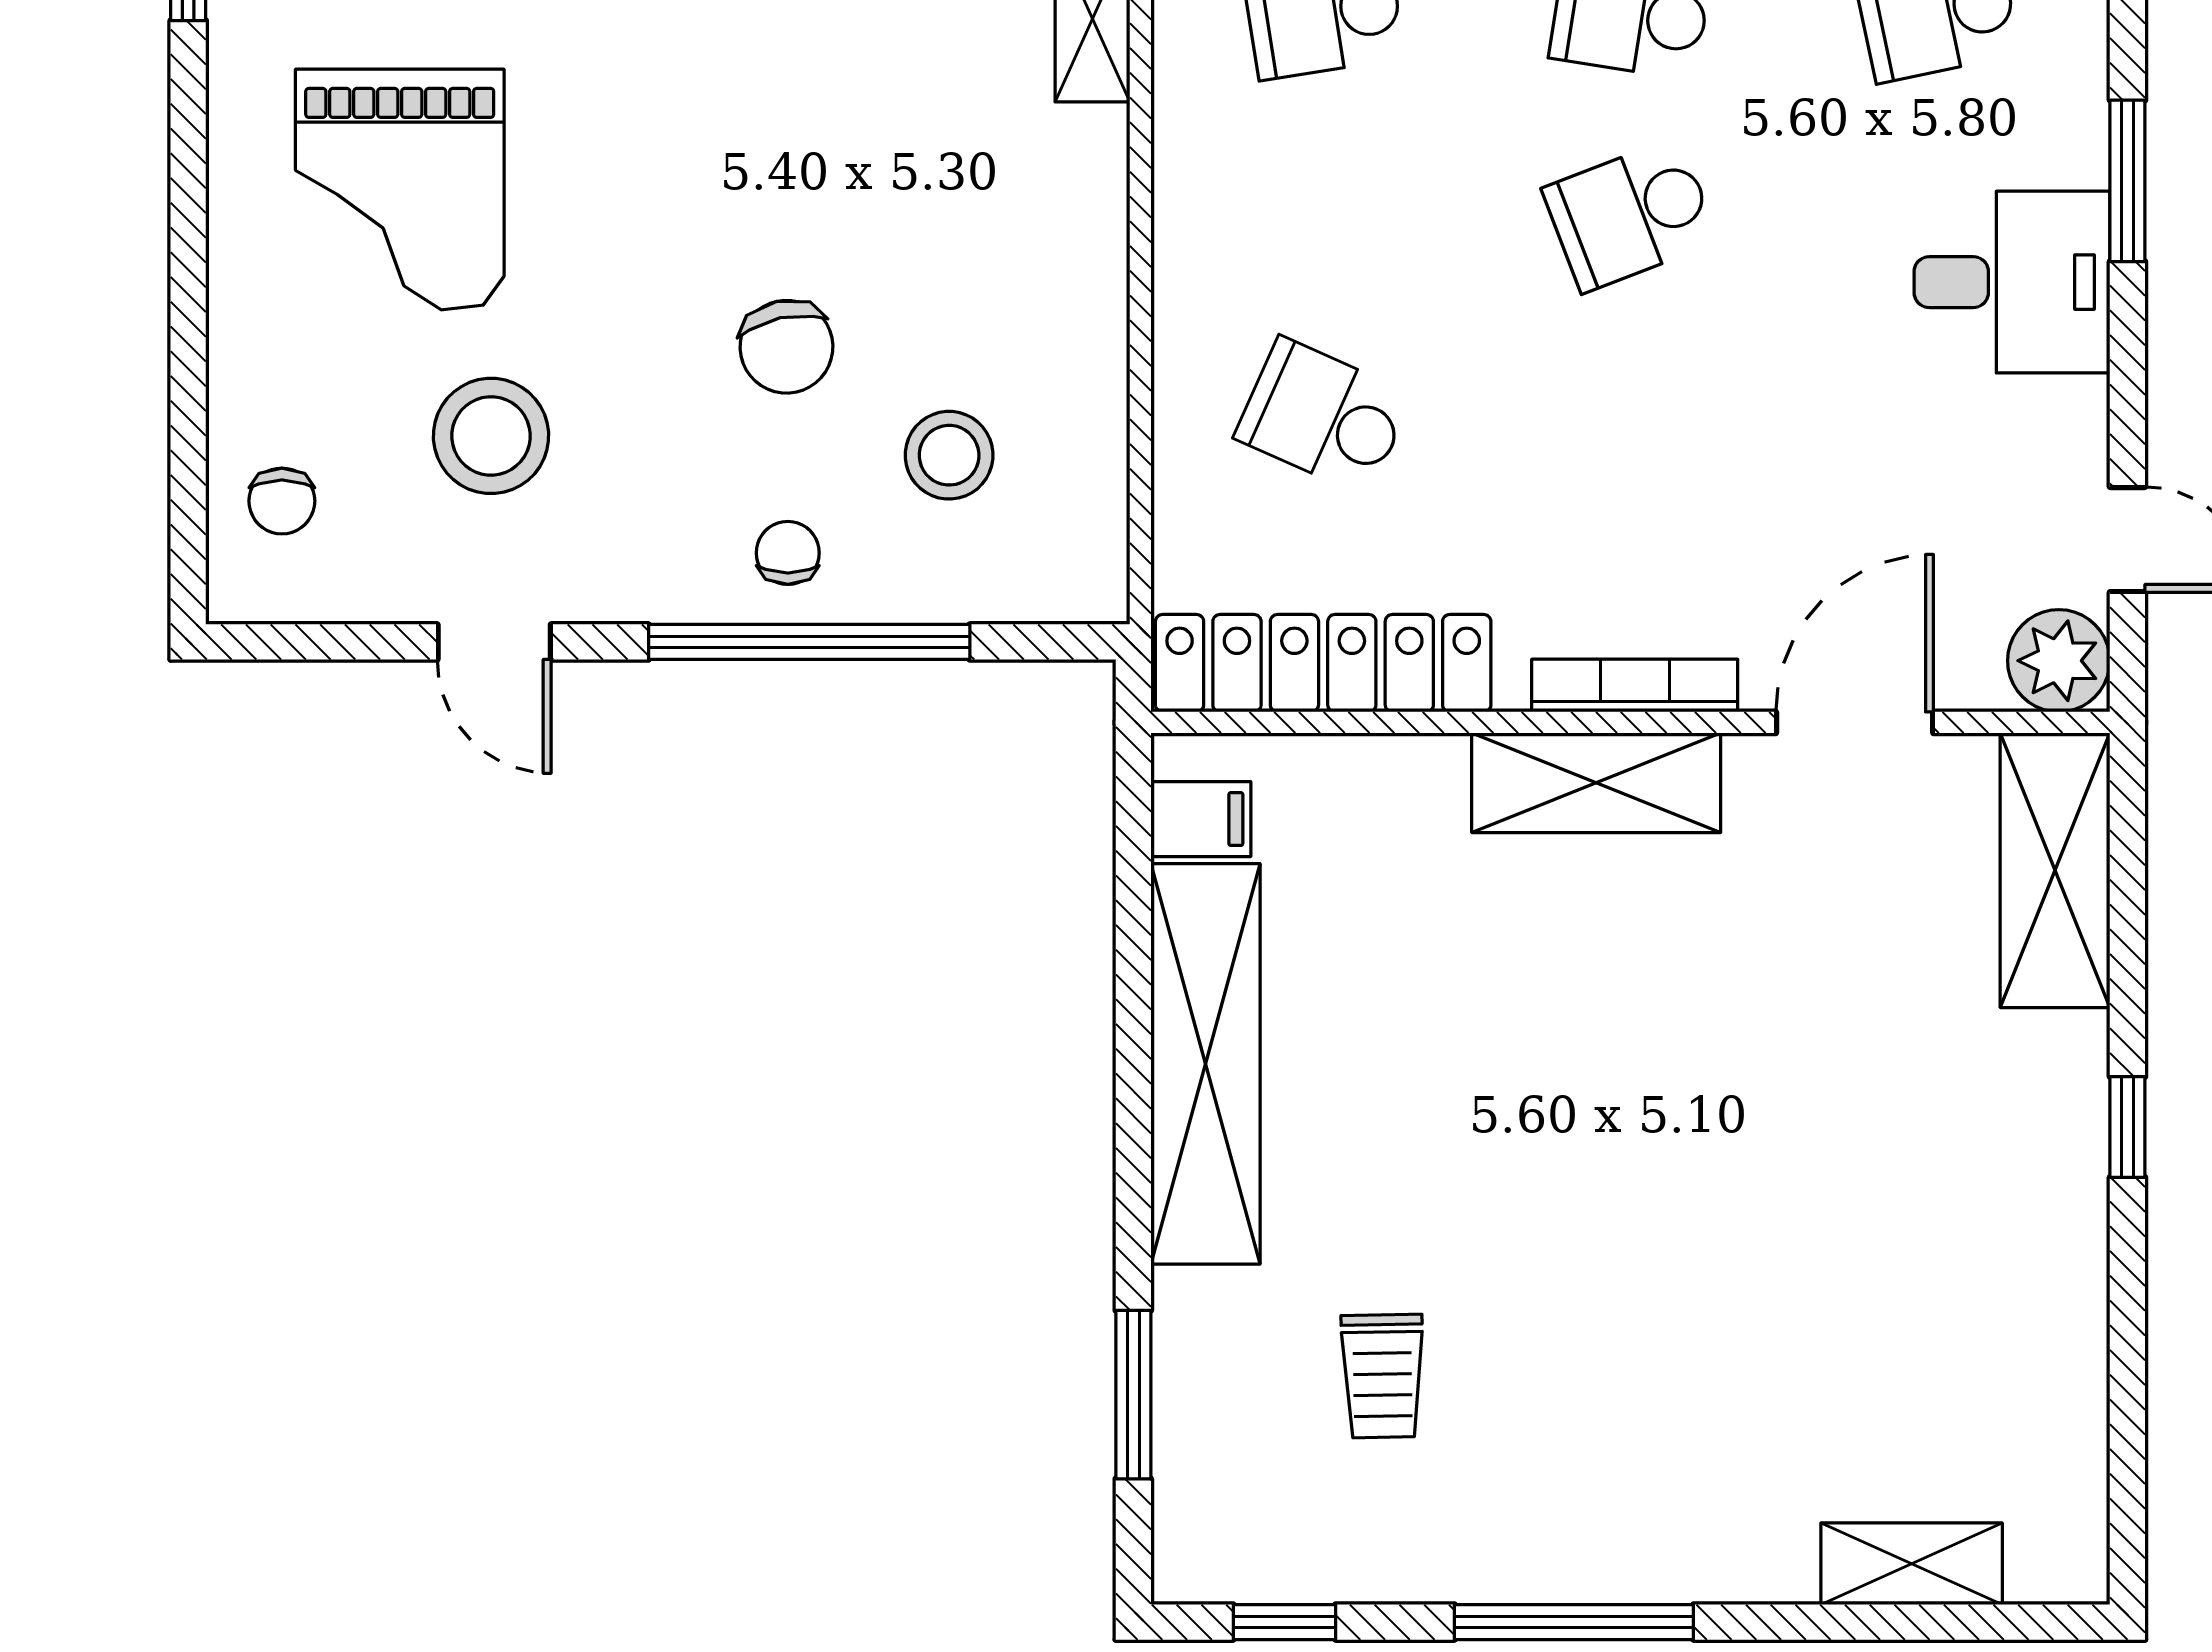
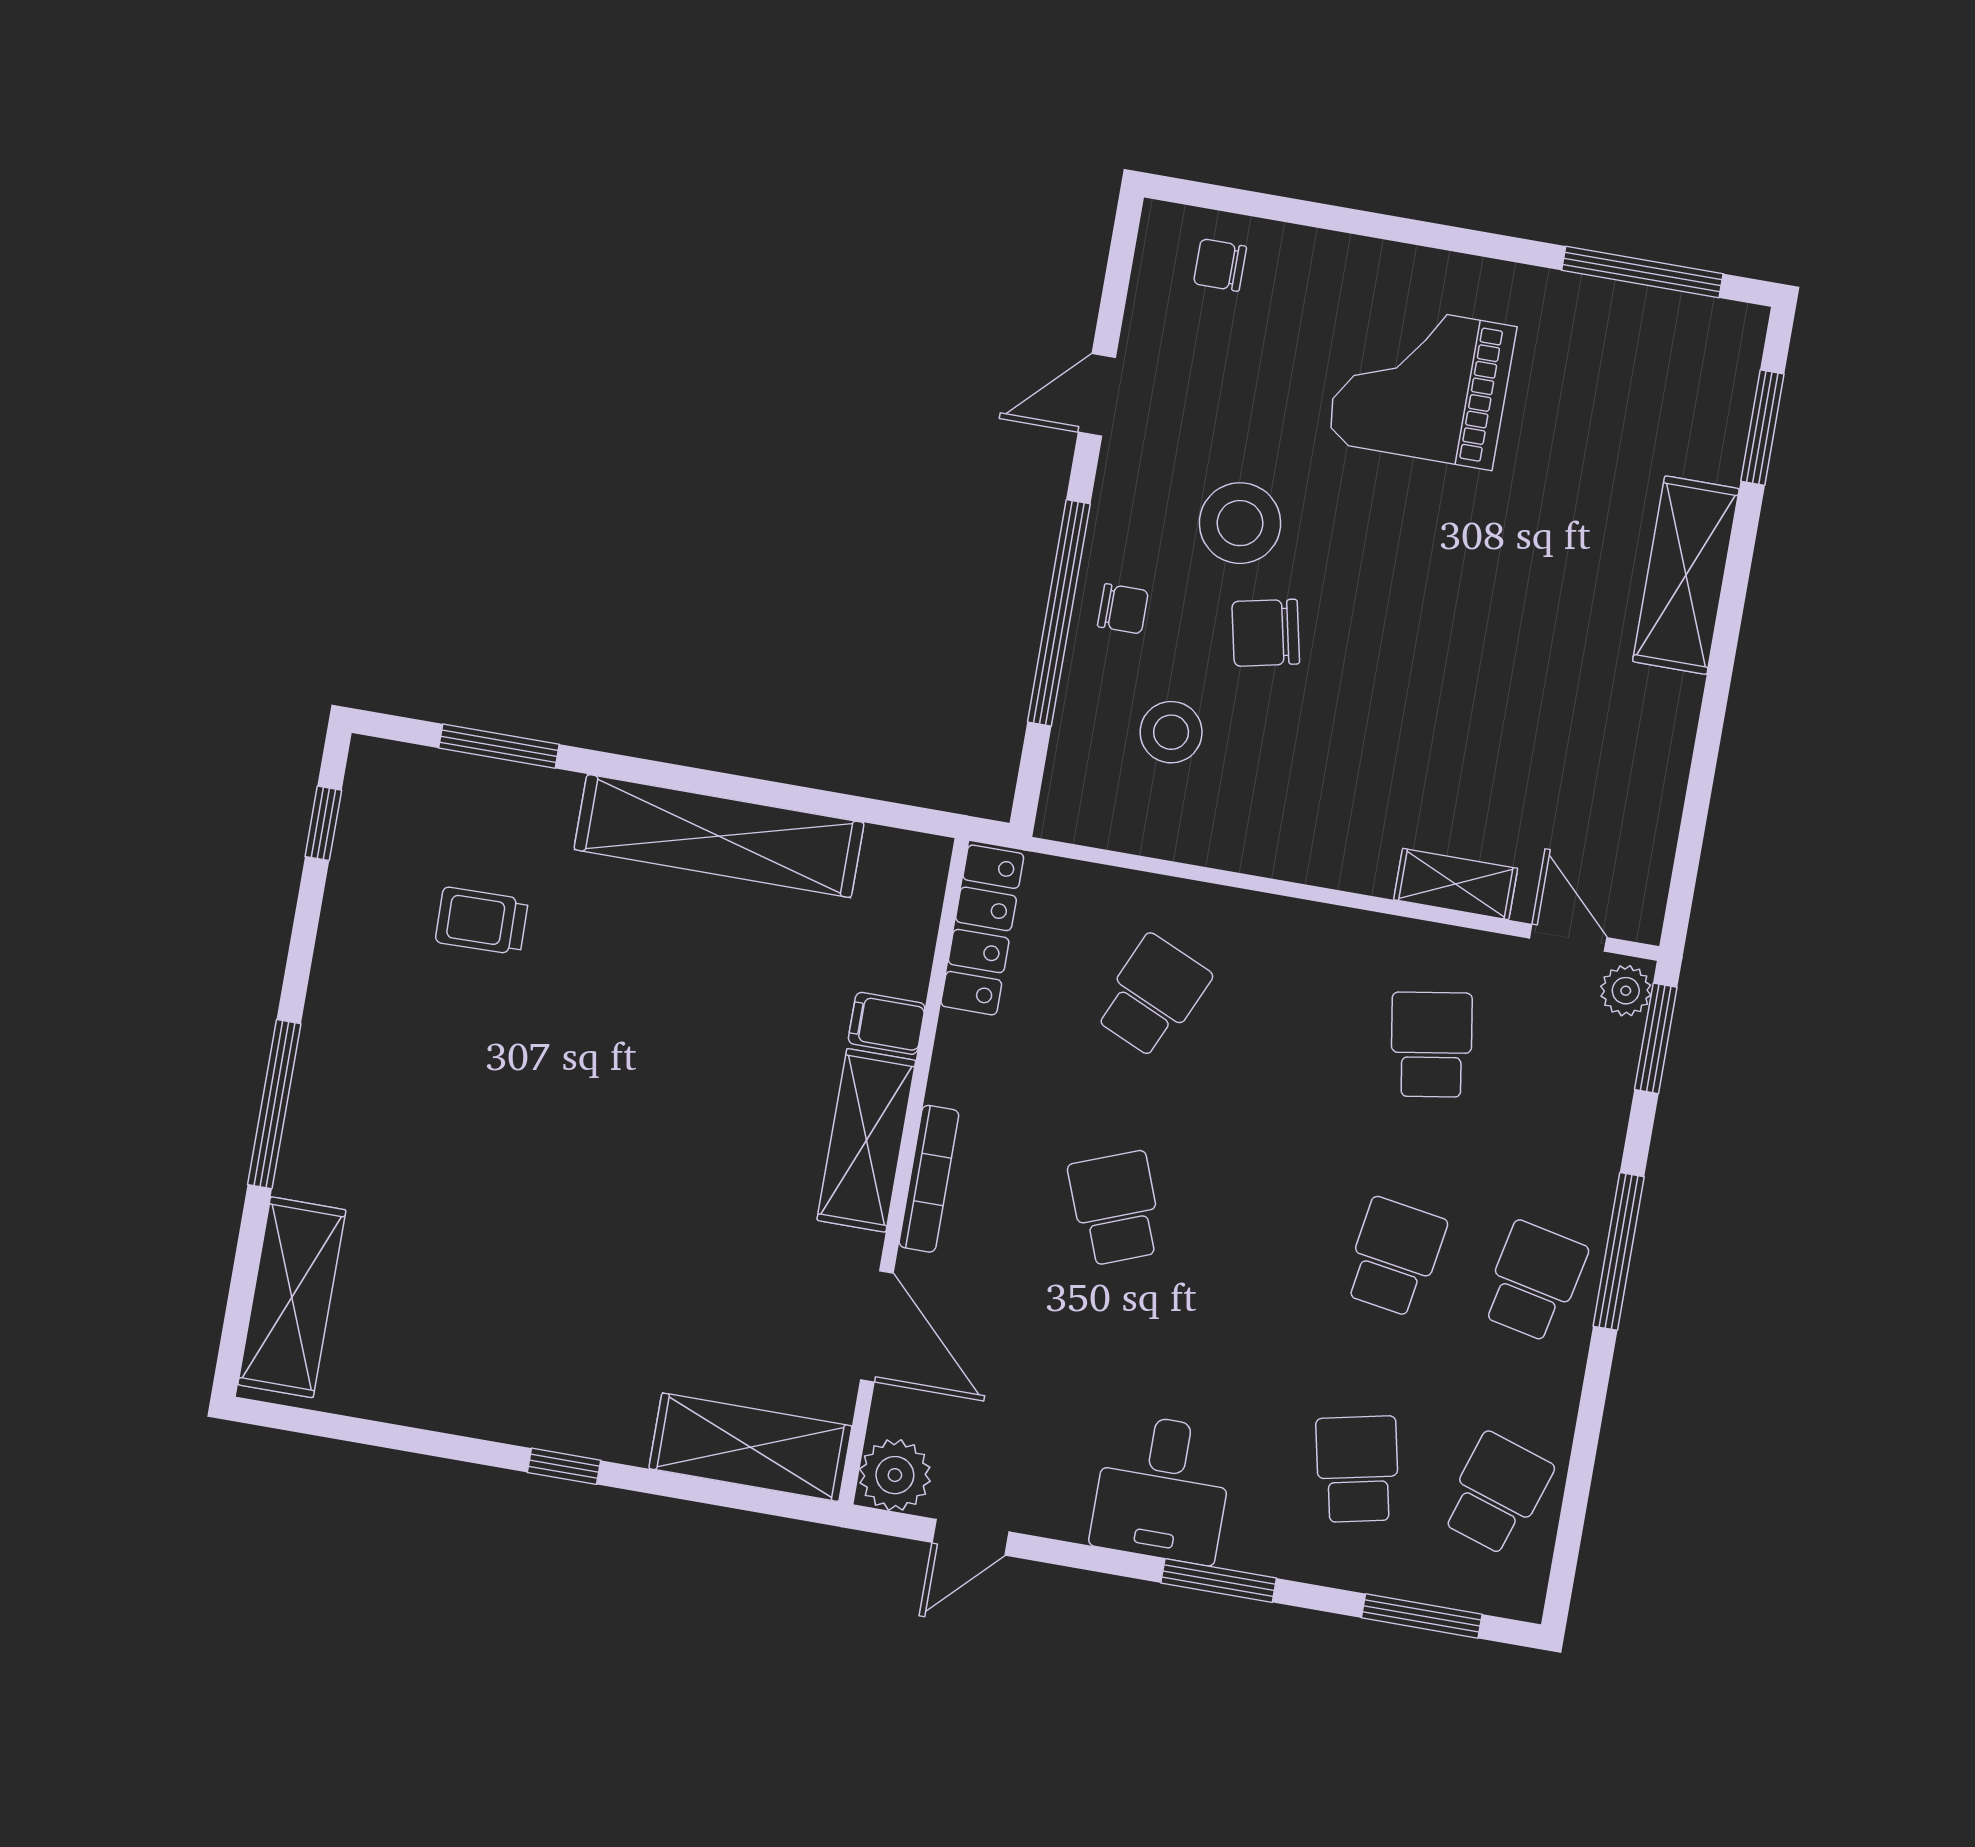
school desk: (1630, 215) -> (1116, 1208), moved
stool: (491, 436) -> (1240, 523), moved
locker: (1323, 663) -> (982, 930), width x0.71, depth x0.83
filing cabinet: (1201, 819) -> (887, 1023), moved, turned 90
shelving: (1912, 1564) -> (292, 1297), width x1.50, depth x1.33
window: (1574, 1622) -> (274, 1104), moved

